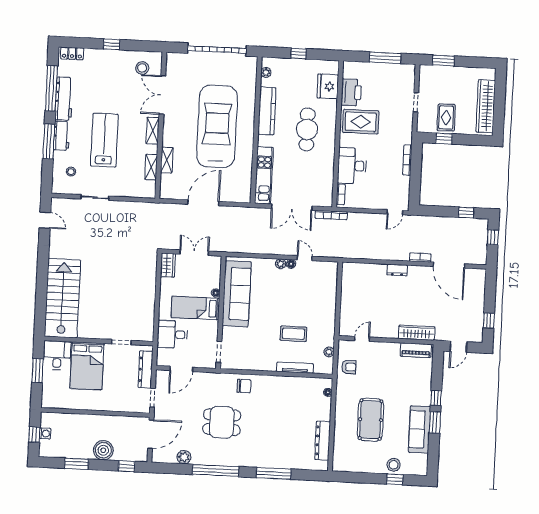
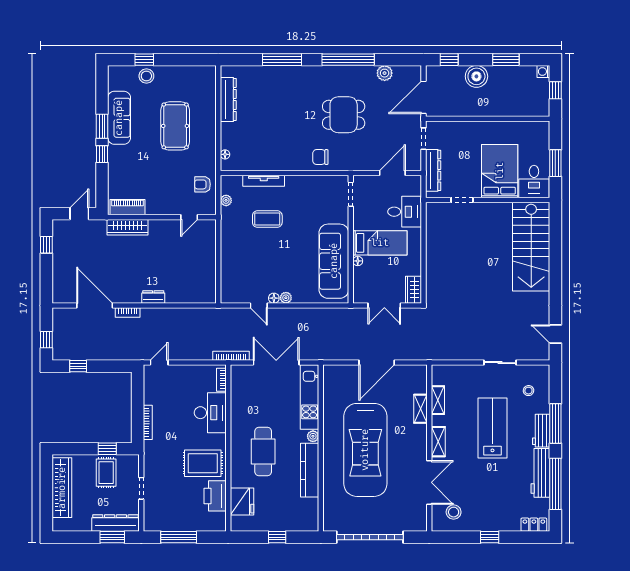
plant: (266, 72) -> (313, 436), moved
dresser: (440, 73) -> (115, 523), added
lab bench: (104, 140) -> (492, 428), turned 180
washing machine: (45, 434) -> (543, 72), moved

